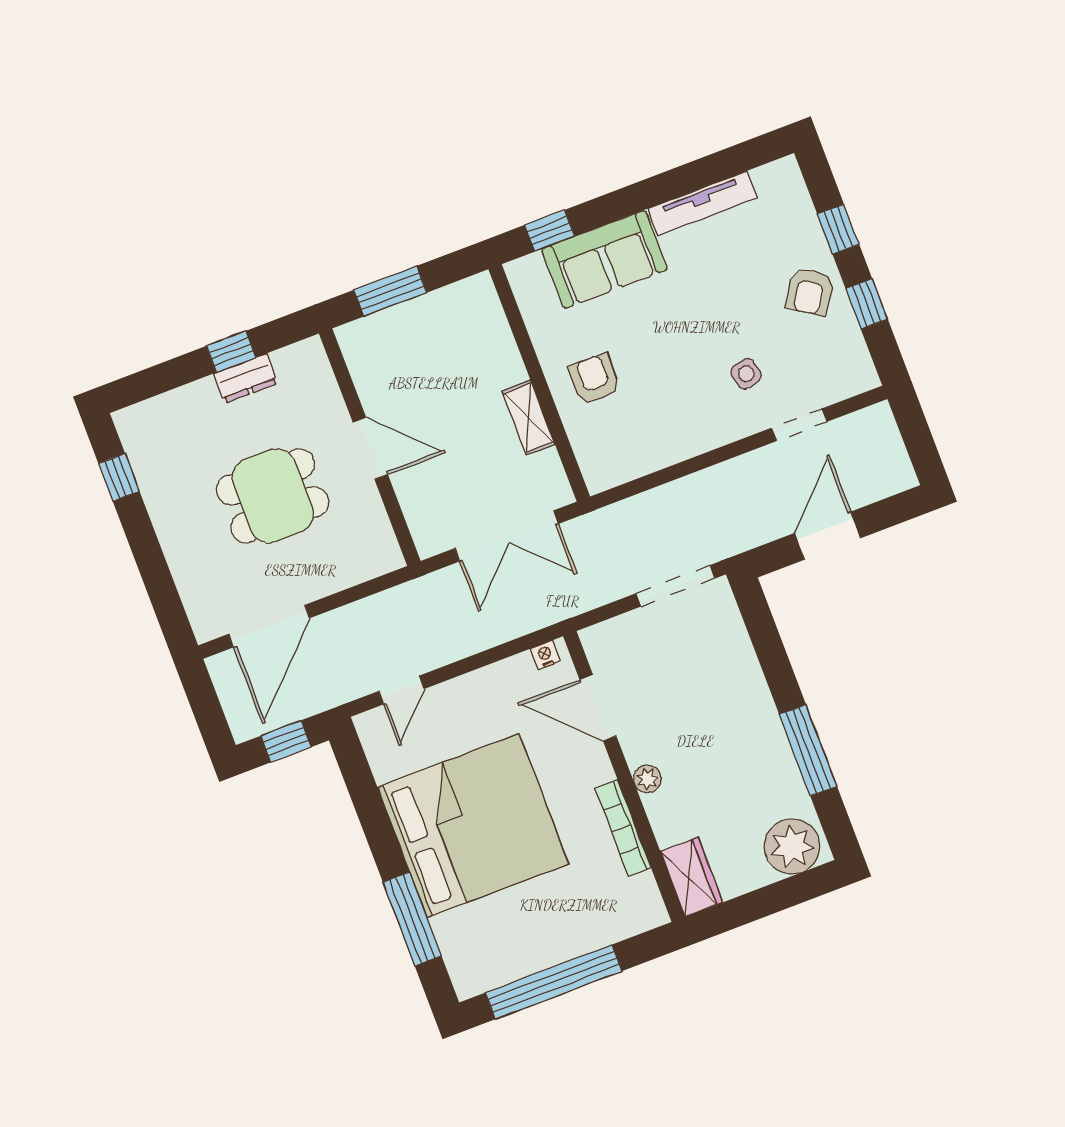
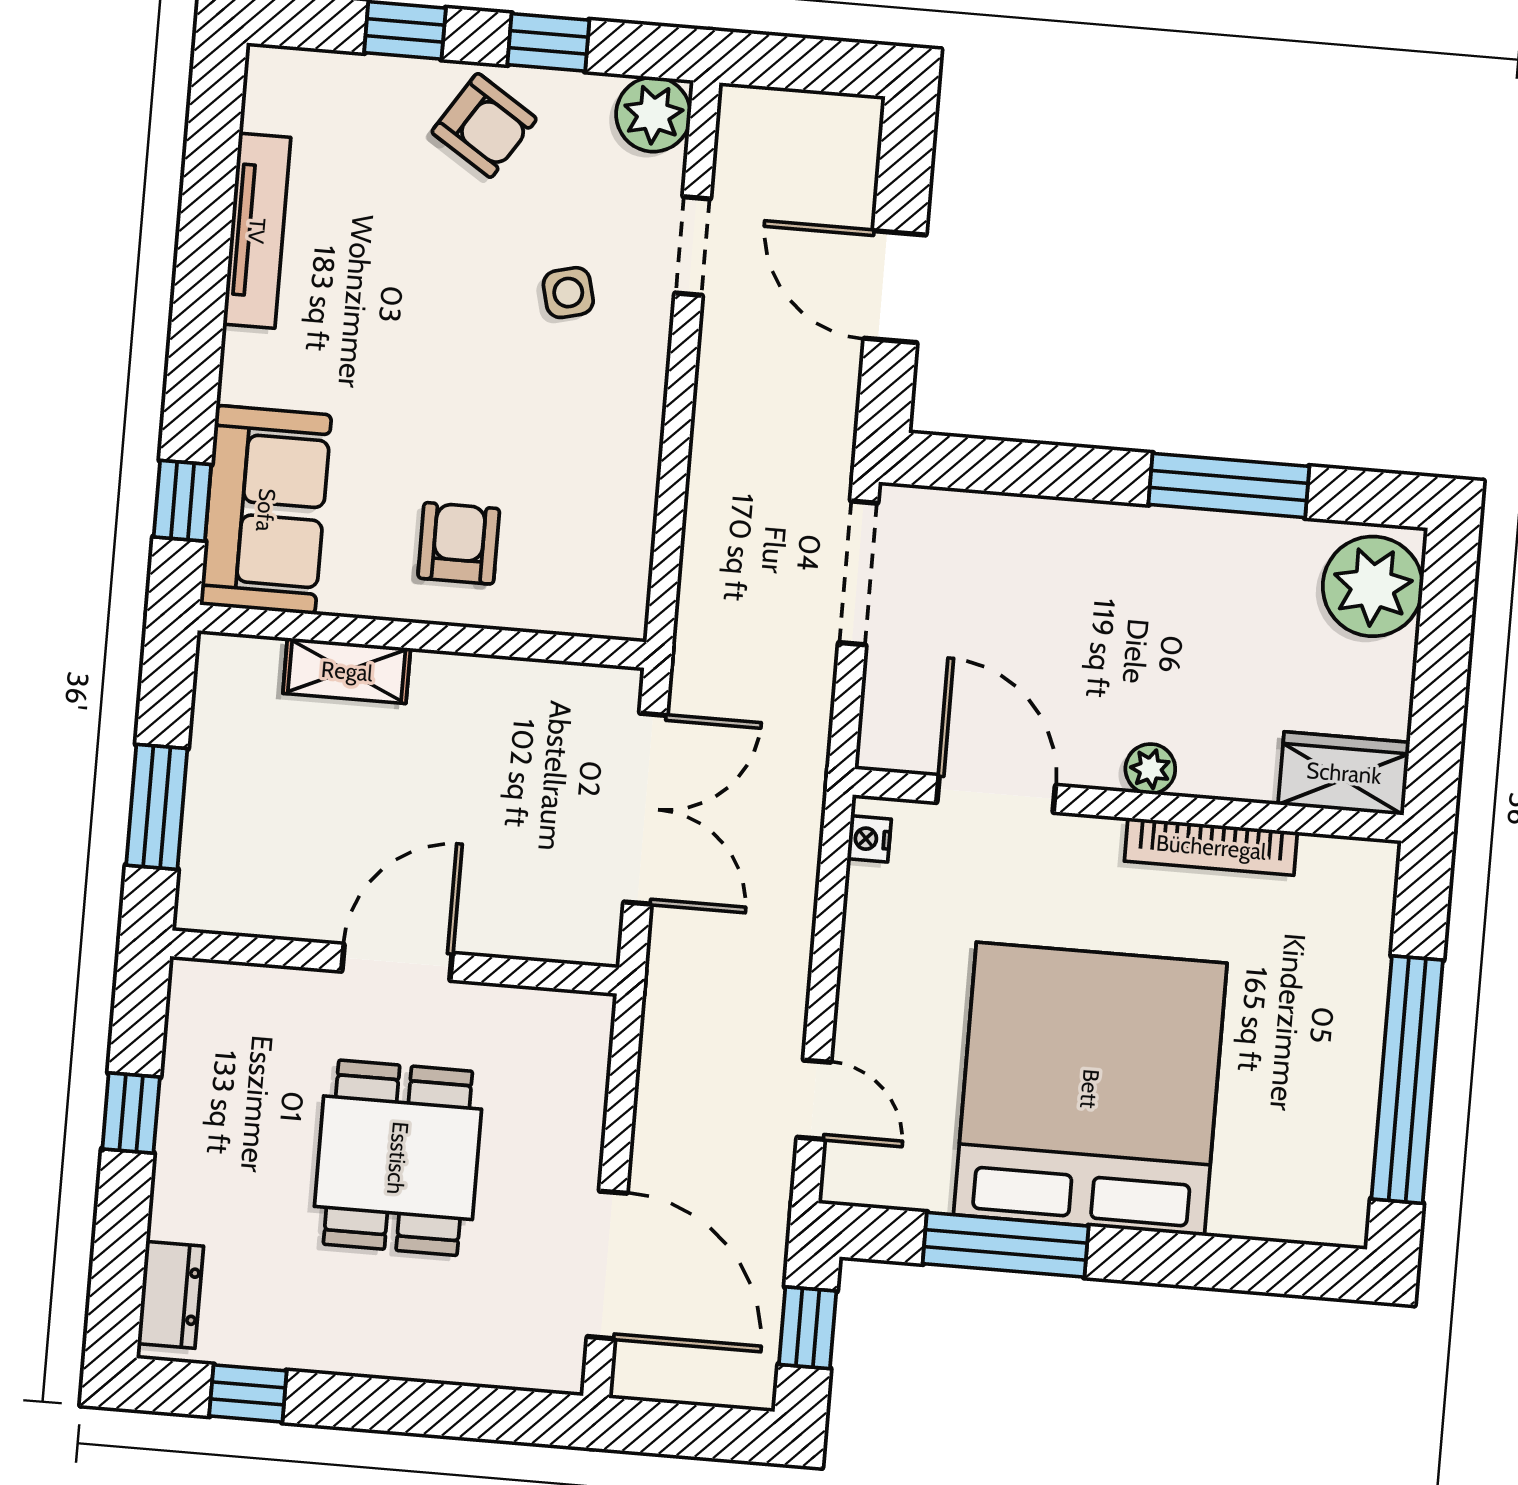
sofa: (605, 259) -> (266, 510), moved
plant: (856, 374) -> (653, 114), added
dresser: (246, 378) -> (171, 1295), moved
armchair: (595, 379) -> (459, 543), turned 90
shelving: (528, 418) -> (347, 671), moved
door: (598, 708) -> (996, 794), swing flipped
window: (412, 919) -> (1006, 1245), moved

